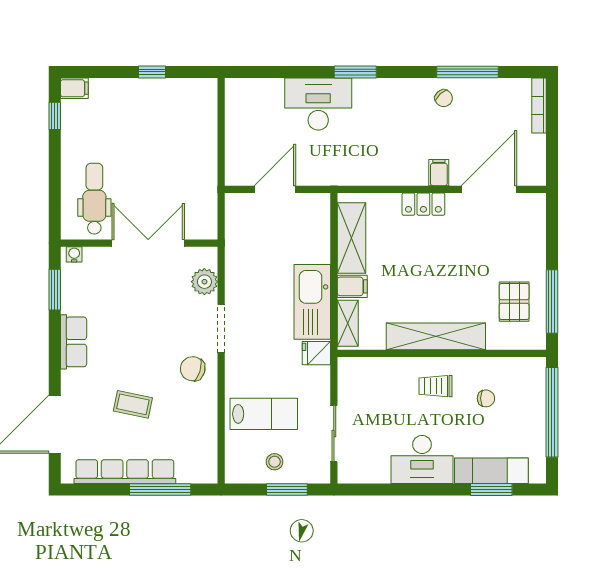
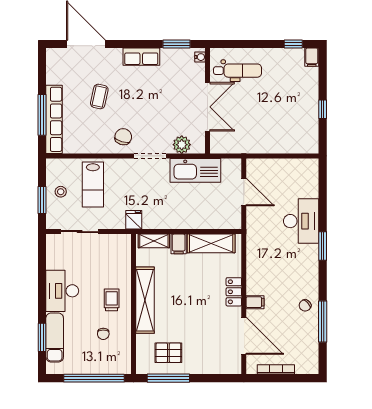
bookcase: (539, 106) -> (276, 369), moved
kitchen sink: (312, 302) -> (195, 170), moved, turned 180
row of seats: (125, 472) -> (54, 119), moved

